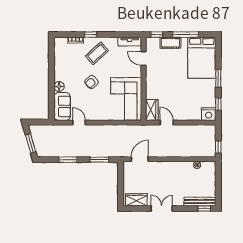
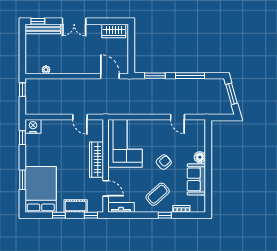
window: (185, 35) -> (59, 215), width x0.46
window: (218, 78) -> (22, 180), moved
sofa: (62, 106) -> (196, 179), moved
wardrobe: (152, 110) -> (97, 160), moved, width x1.50
door: (140, 159) -> (110, 76), swing flipped
window: (68, 160) -> (190, 76), width x1.44
double door: (162, 208) -> (74, 21), moved

